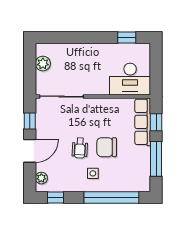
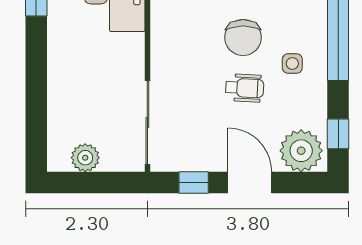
plant: (41, 178) -> (301, 151), width x1.87, depth x1.87

